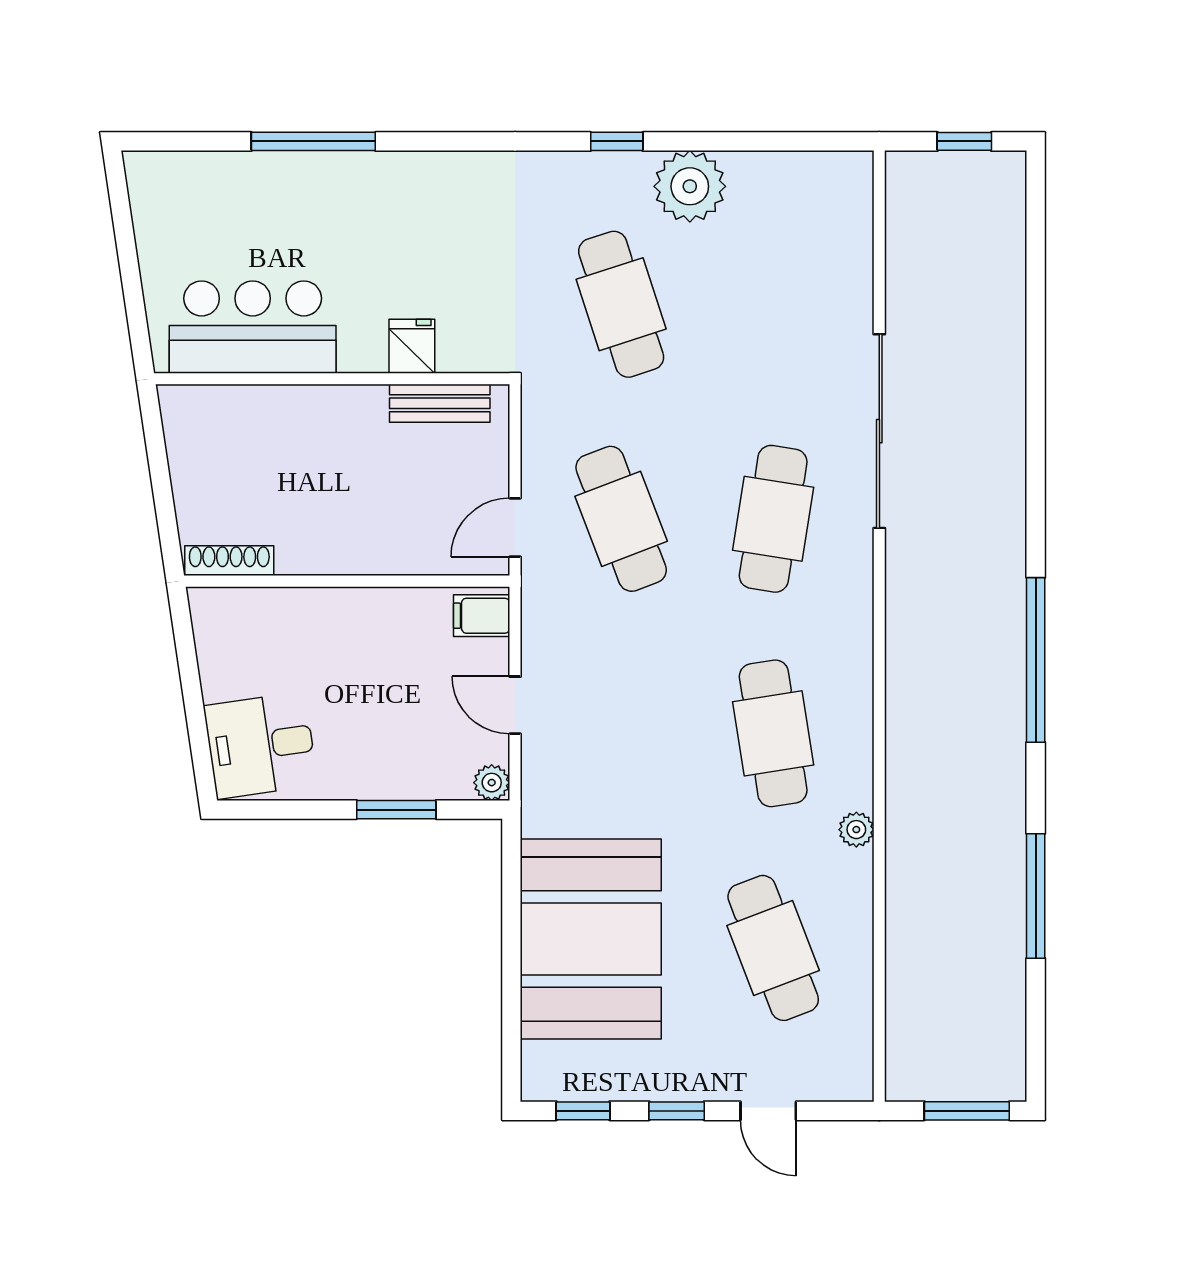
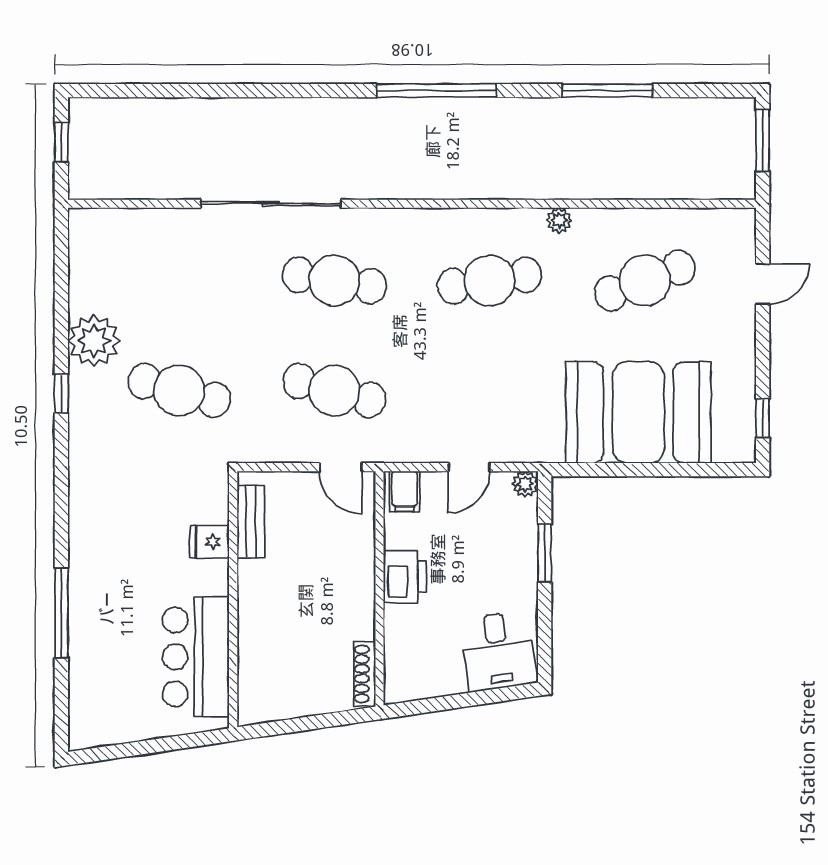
cafe table: (621, 304) -> (179, 390), turned 33
cafe table: (621, 519) -> (334, 390), turned 36
printer: (363, 616) -> (405, 577), added
window: (677, 1111) -> (763, 350), removed

